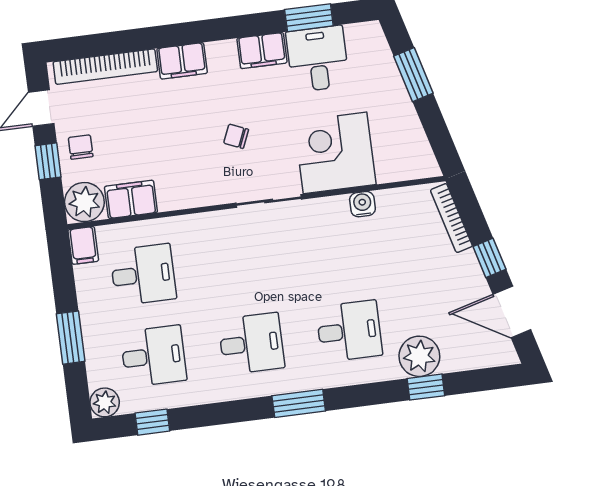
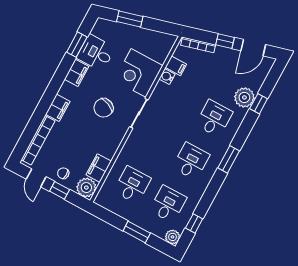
chair: (236, 136) -> (104, 108), width x1.87, depth x1.87
filing cabinet: (83, 245) -> (176, 66), moved

